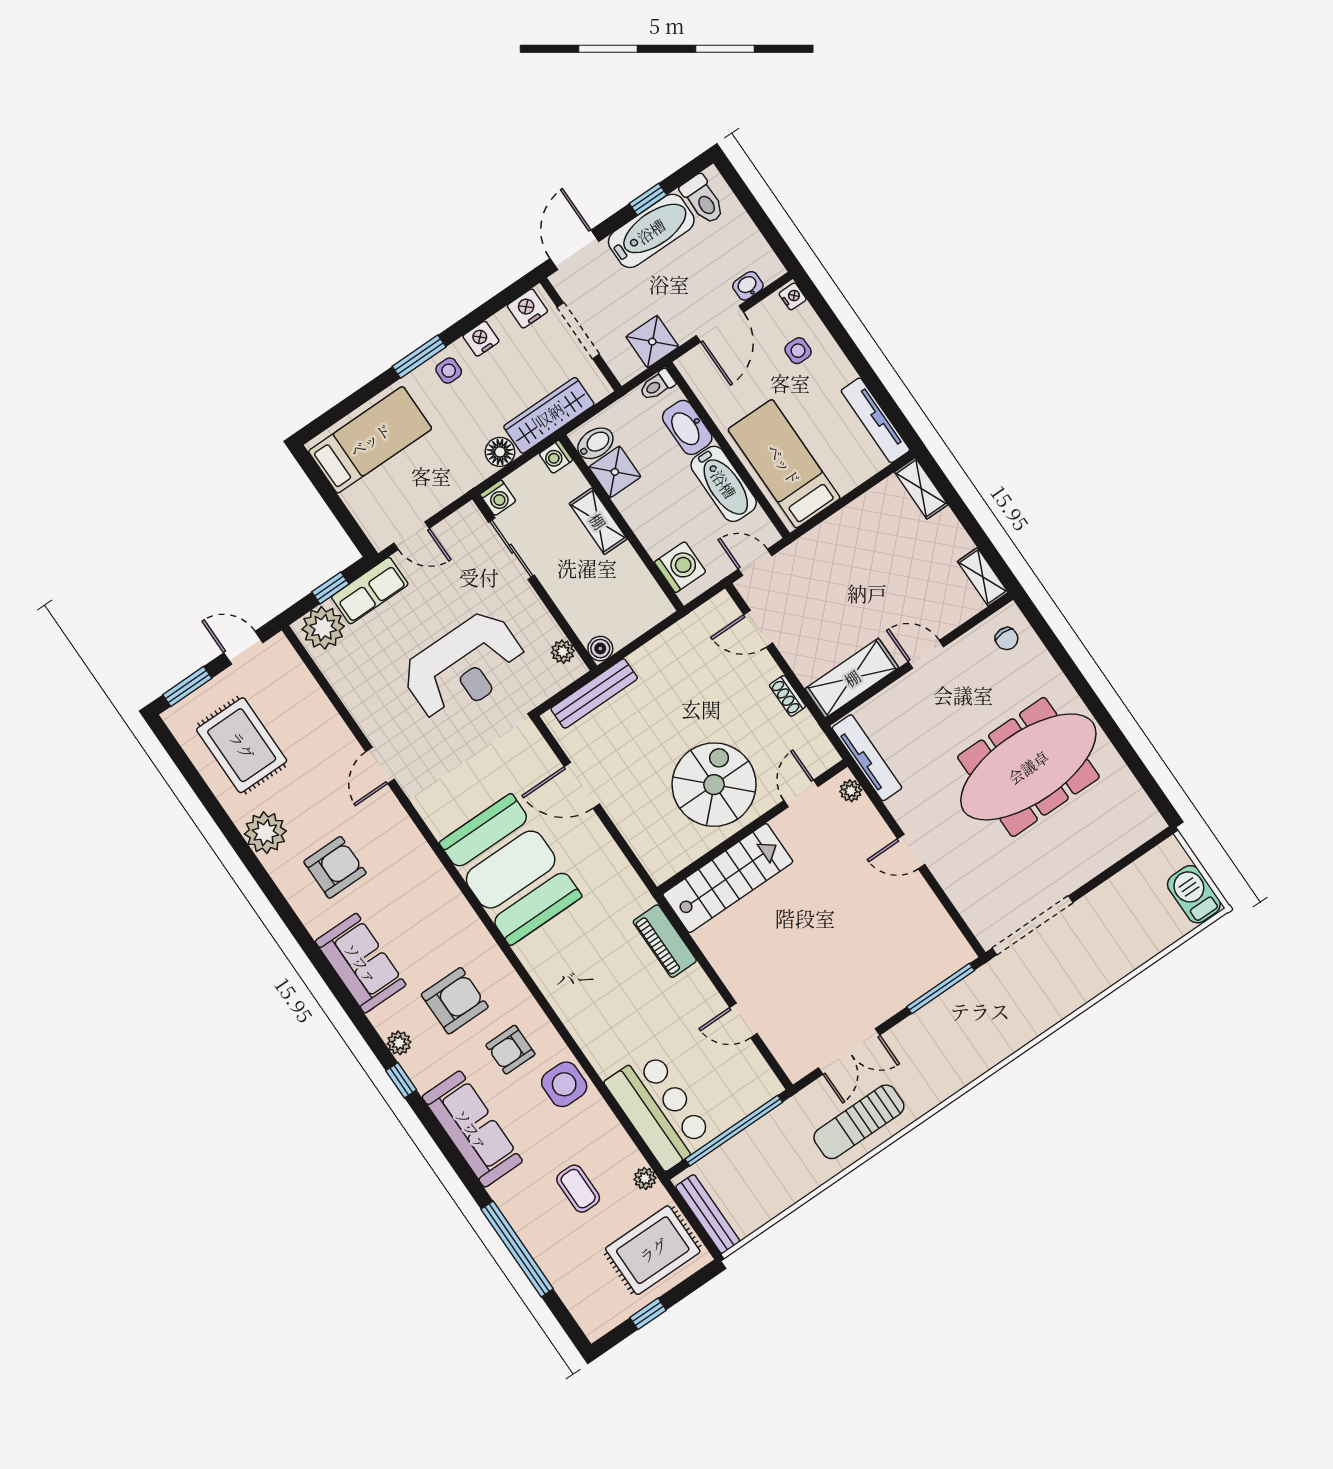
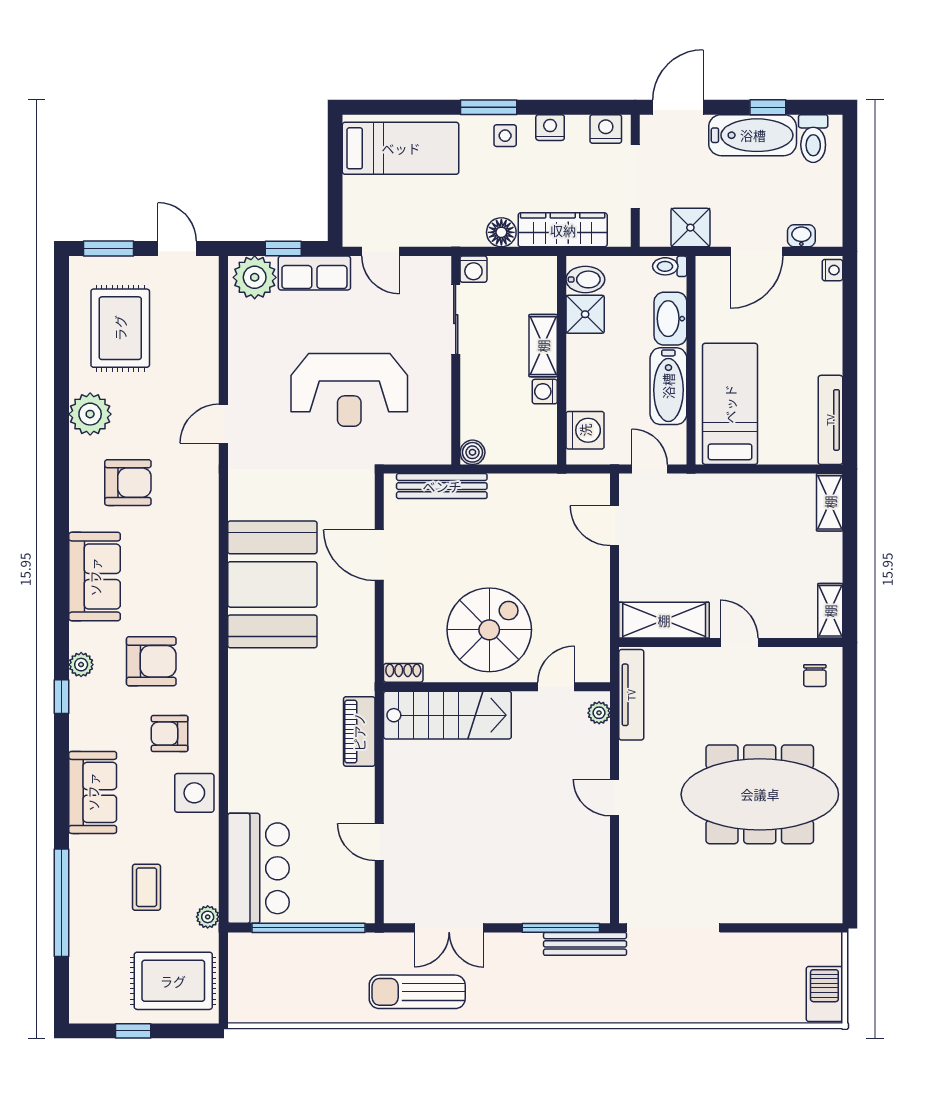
side table: (798, 351) -> (806, 318), removed
washing machine: (556, 457) -> (545, 392), moved
plant: (563, 652) -> (440, 433), removed
shoe rack: (787, 696) -> (403, 673), moved, turned 90
sofa: (472, 1129) -> (93, 792), width x0.73
bench: (708, 1214) -> (585, 944), moved, turned 90

